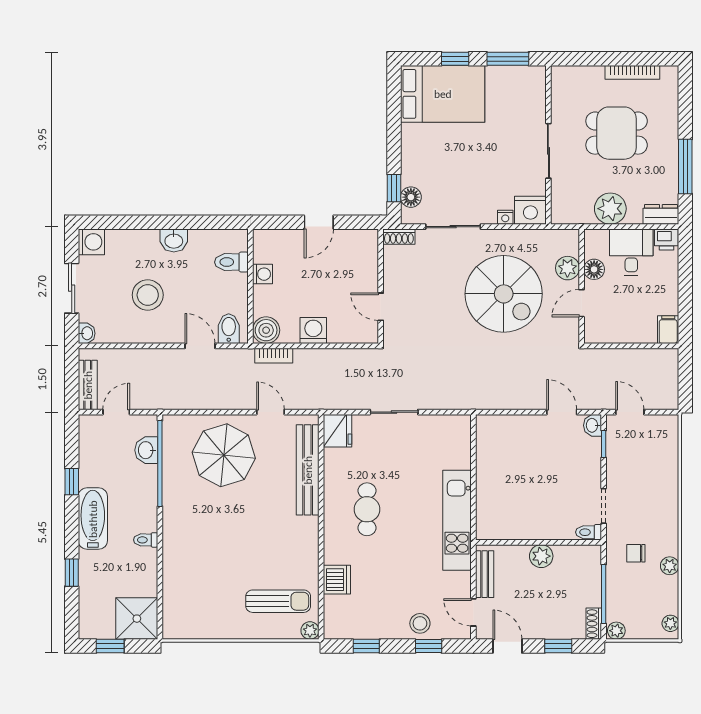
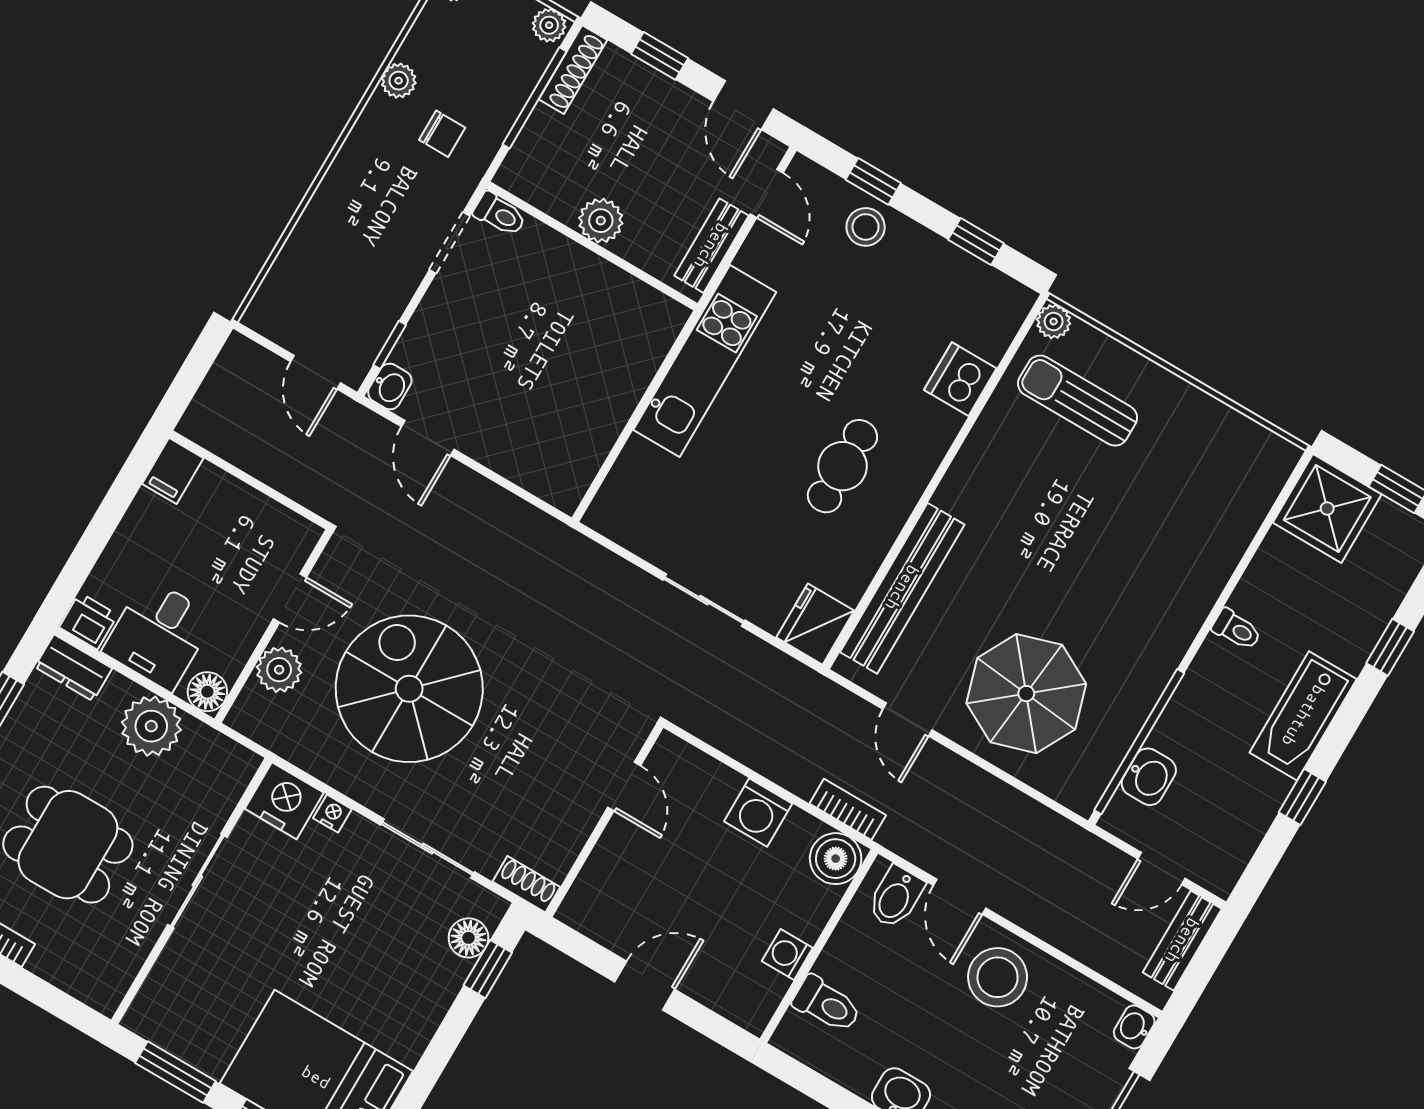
floor lamp: (594, 269) -> (207, 692), moved
stool: (148, 295) -> (998, 977), moved
shoe rack: (594, 624) -> (573, 70), width x1.43

